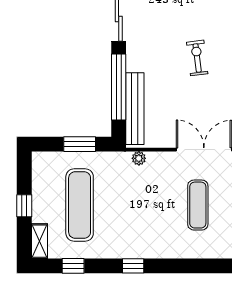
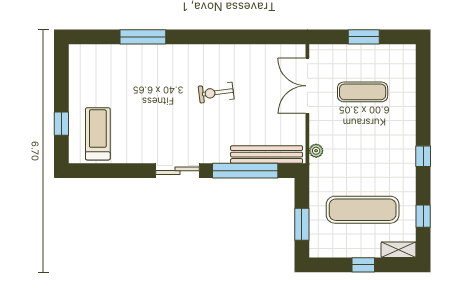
window: (80, 144) -> (302, 224), moved

